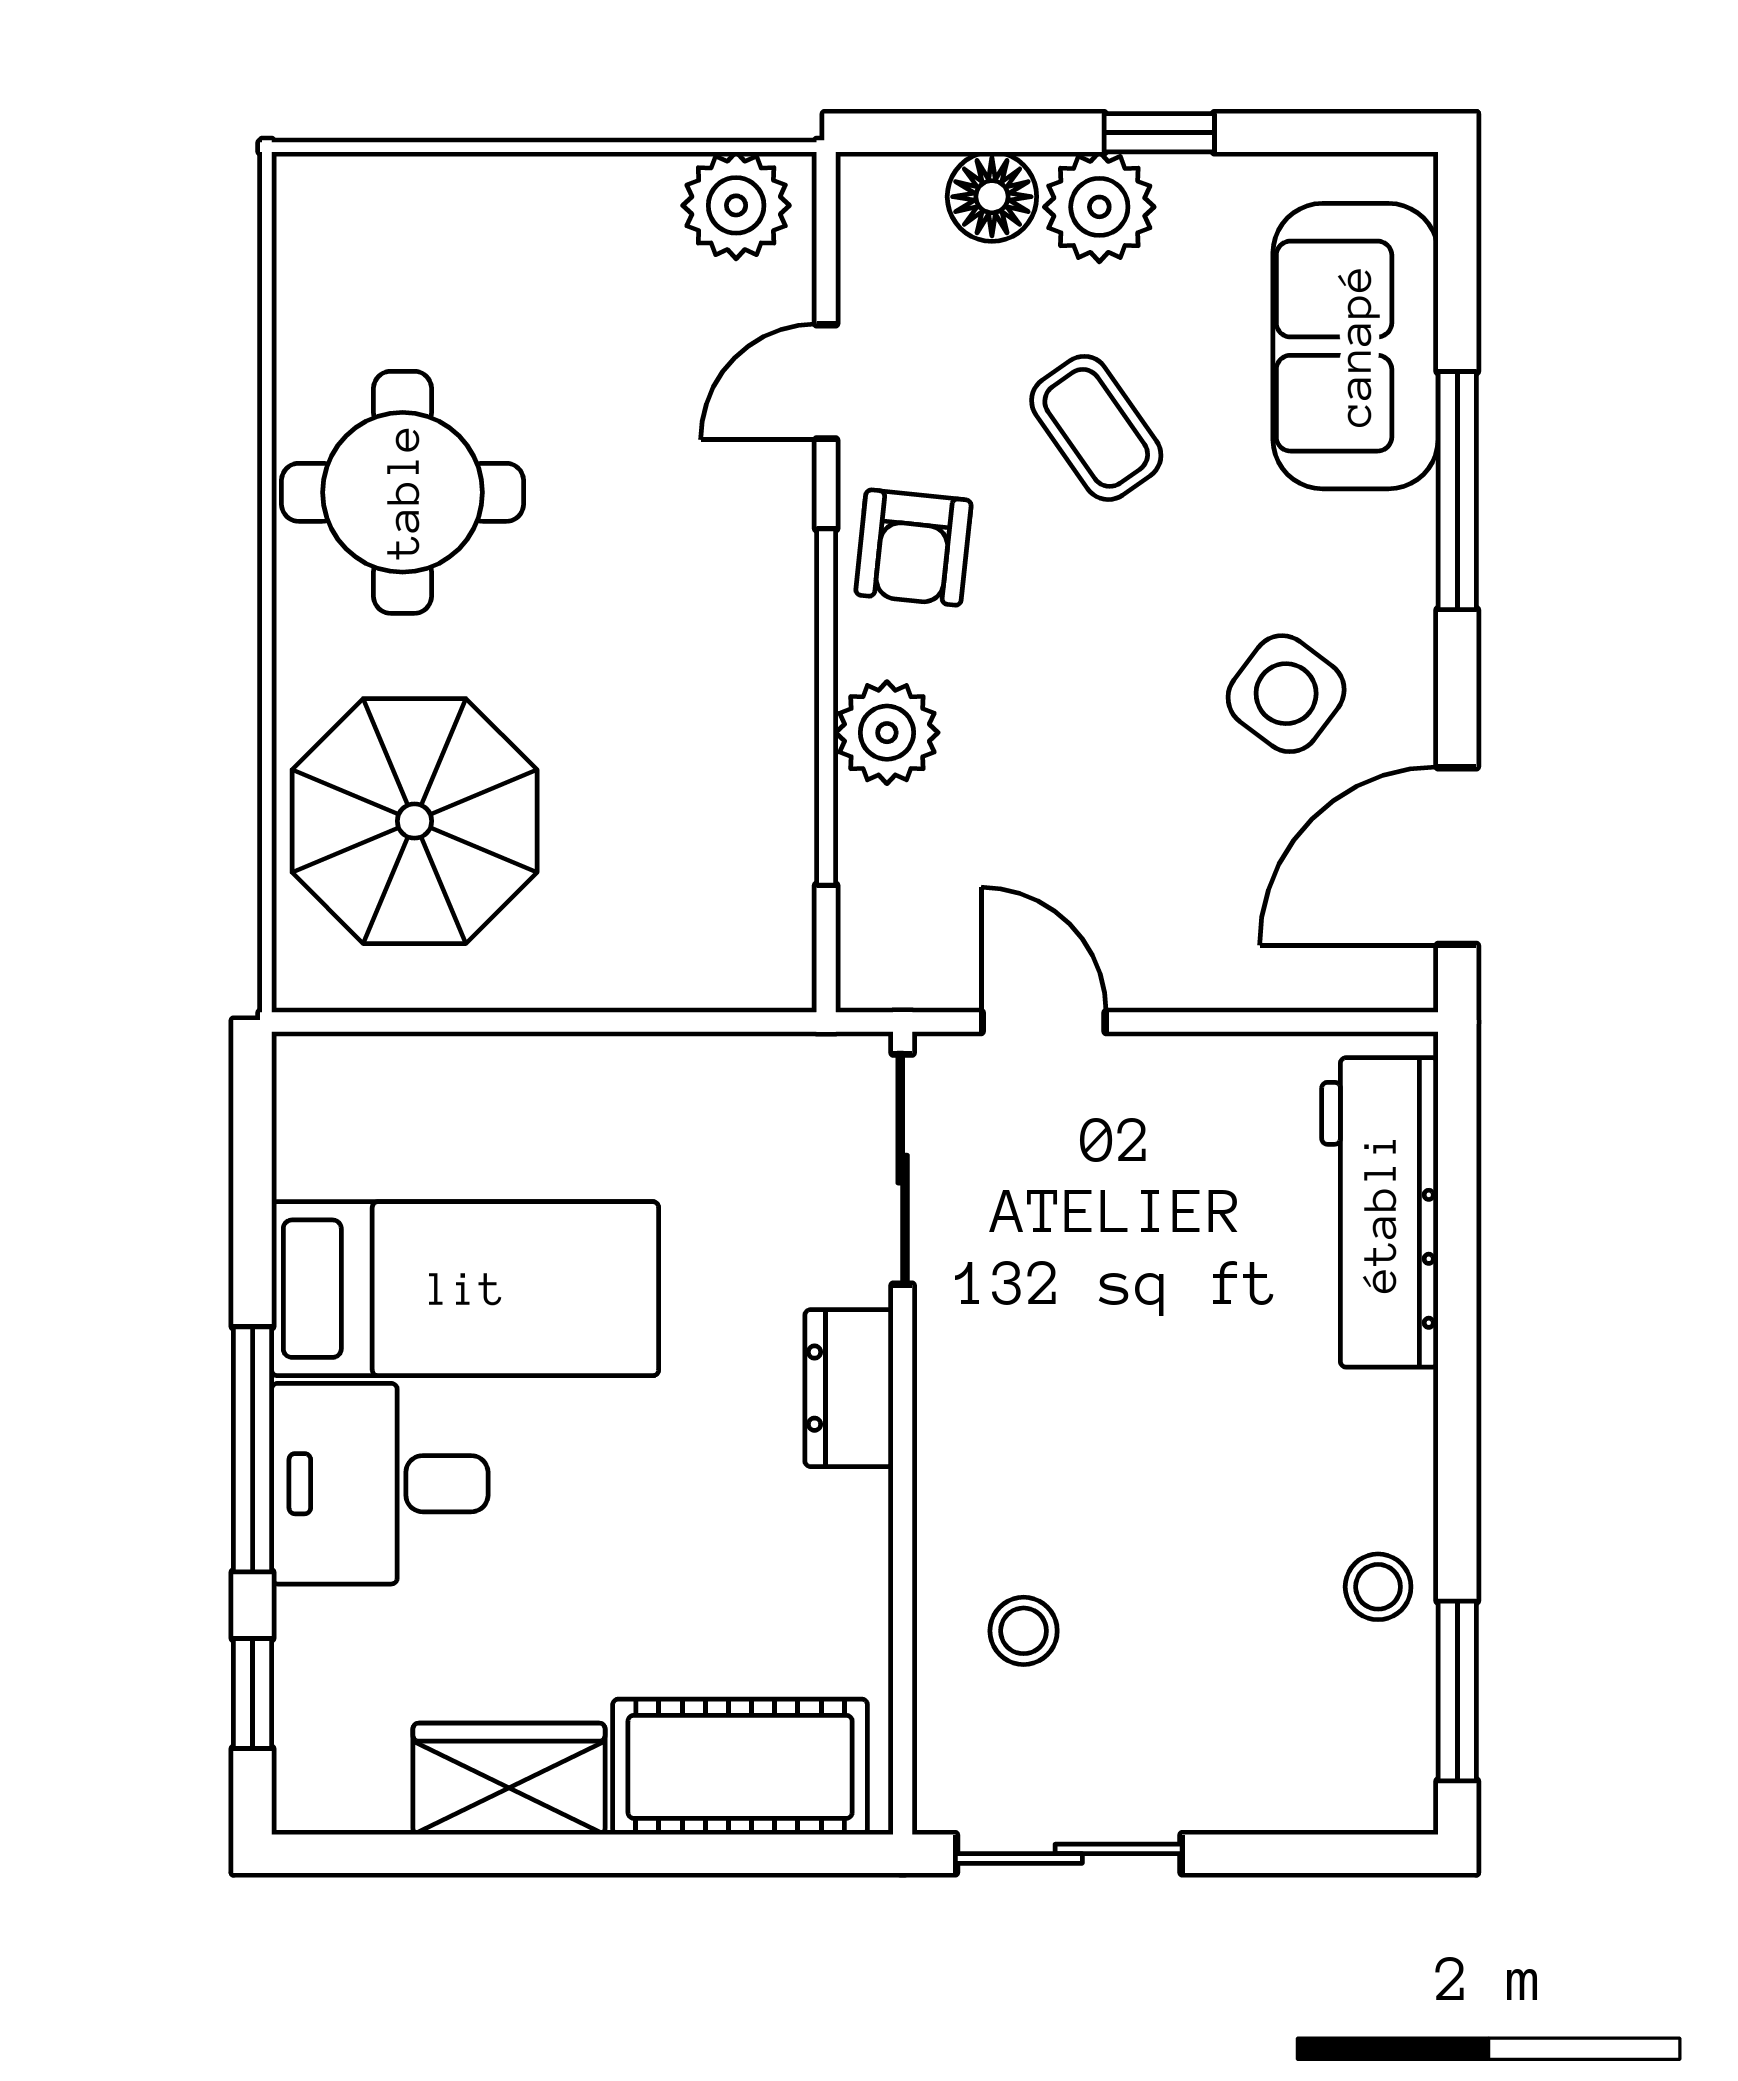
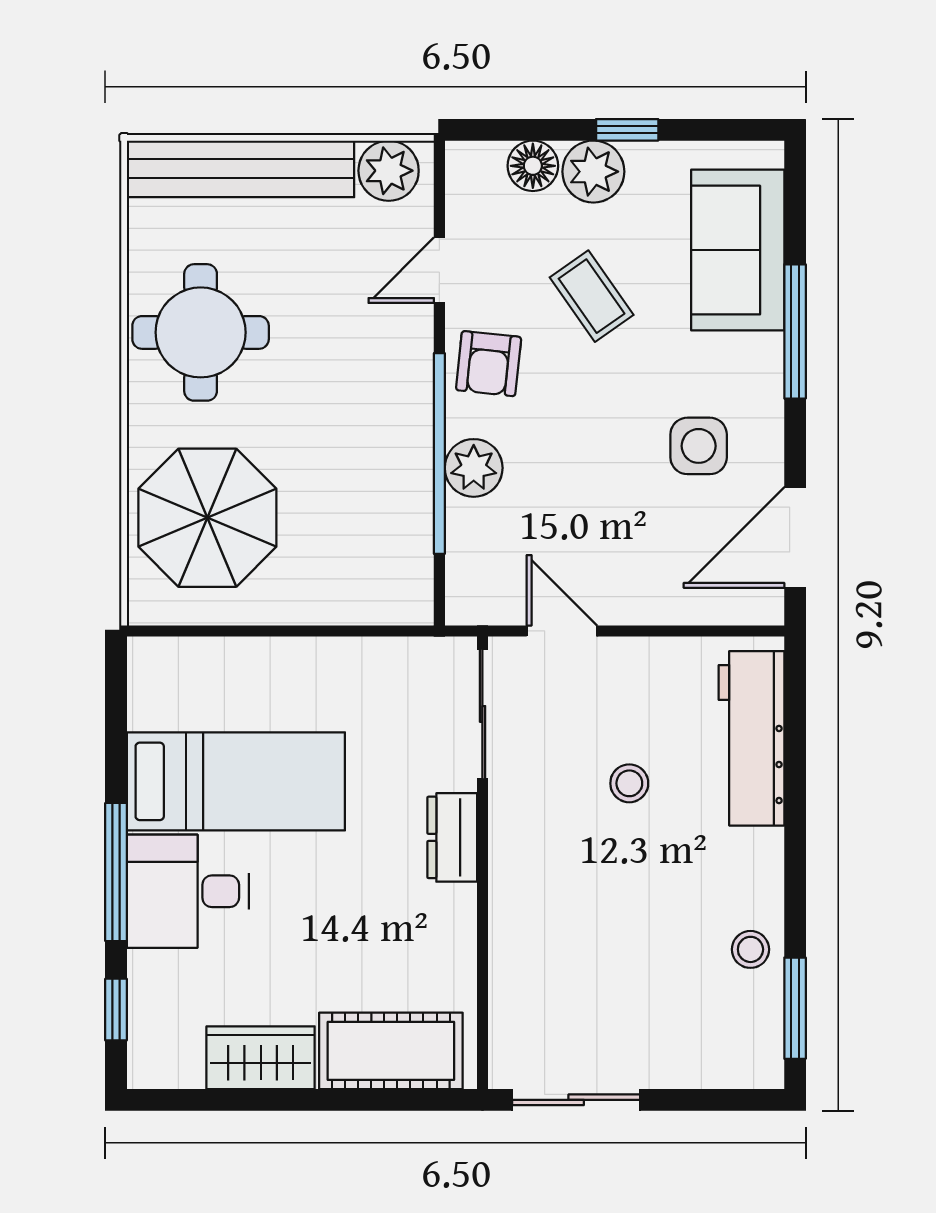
bench: (473, 202) -> (240, 169), added
side table: (1286, 694) -> (699, 446), turned -37
stool: (1024, 1631) -> (629, 783), moved

